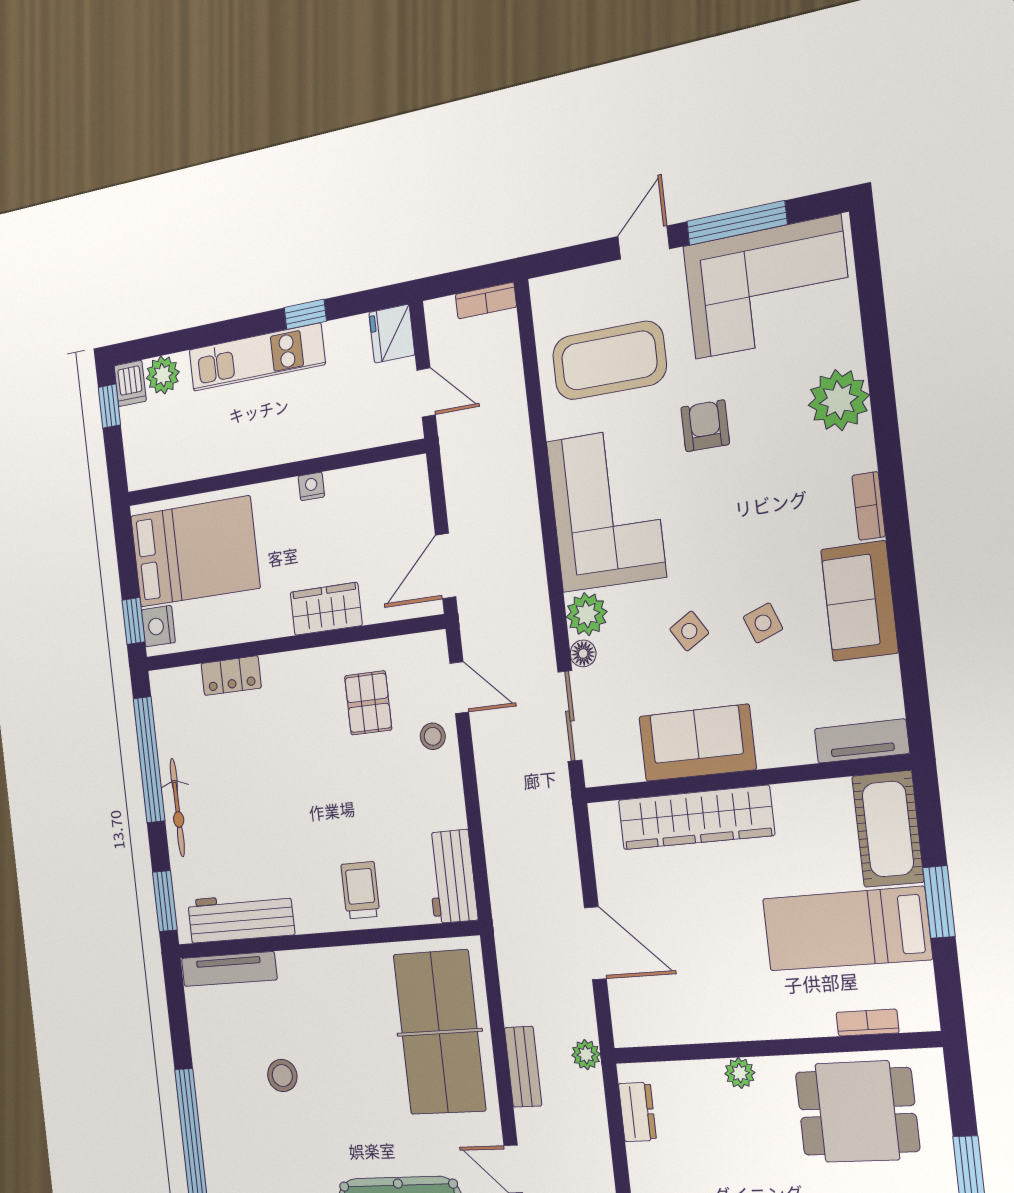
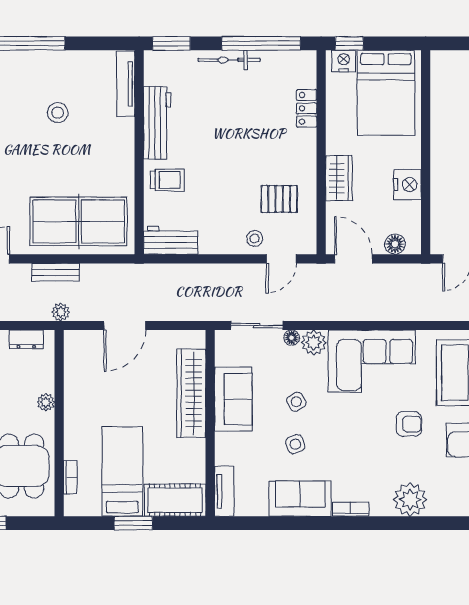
nightstand: (311, 486) -> (407, 185), width x1.89, depth x1.79
floor lamp: (415, 500) -> (395, 244), added
workbench: (241, 917) -> (157, 123), moved

